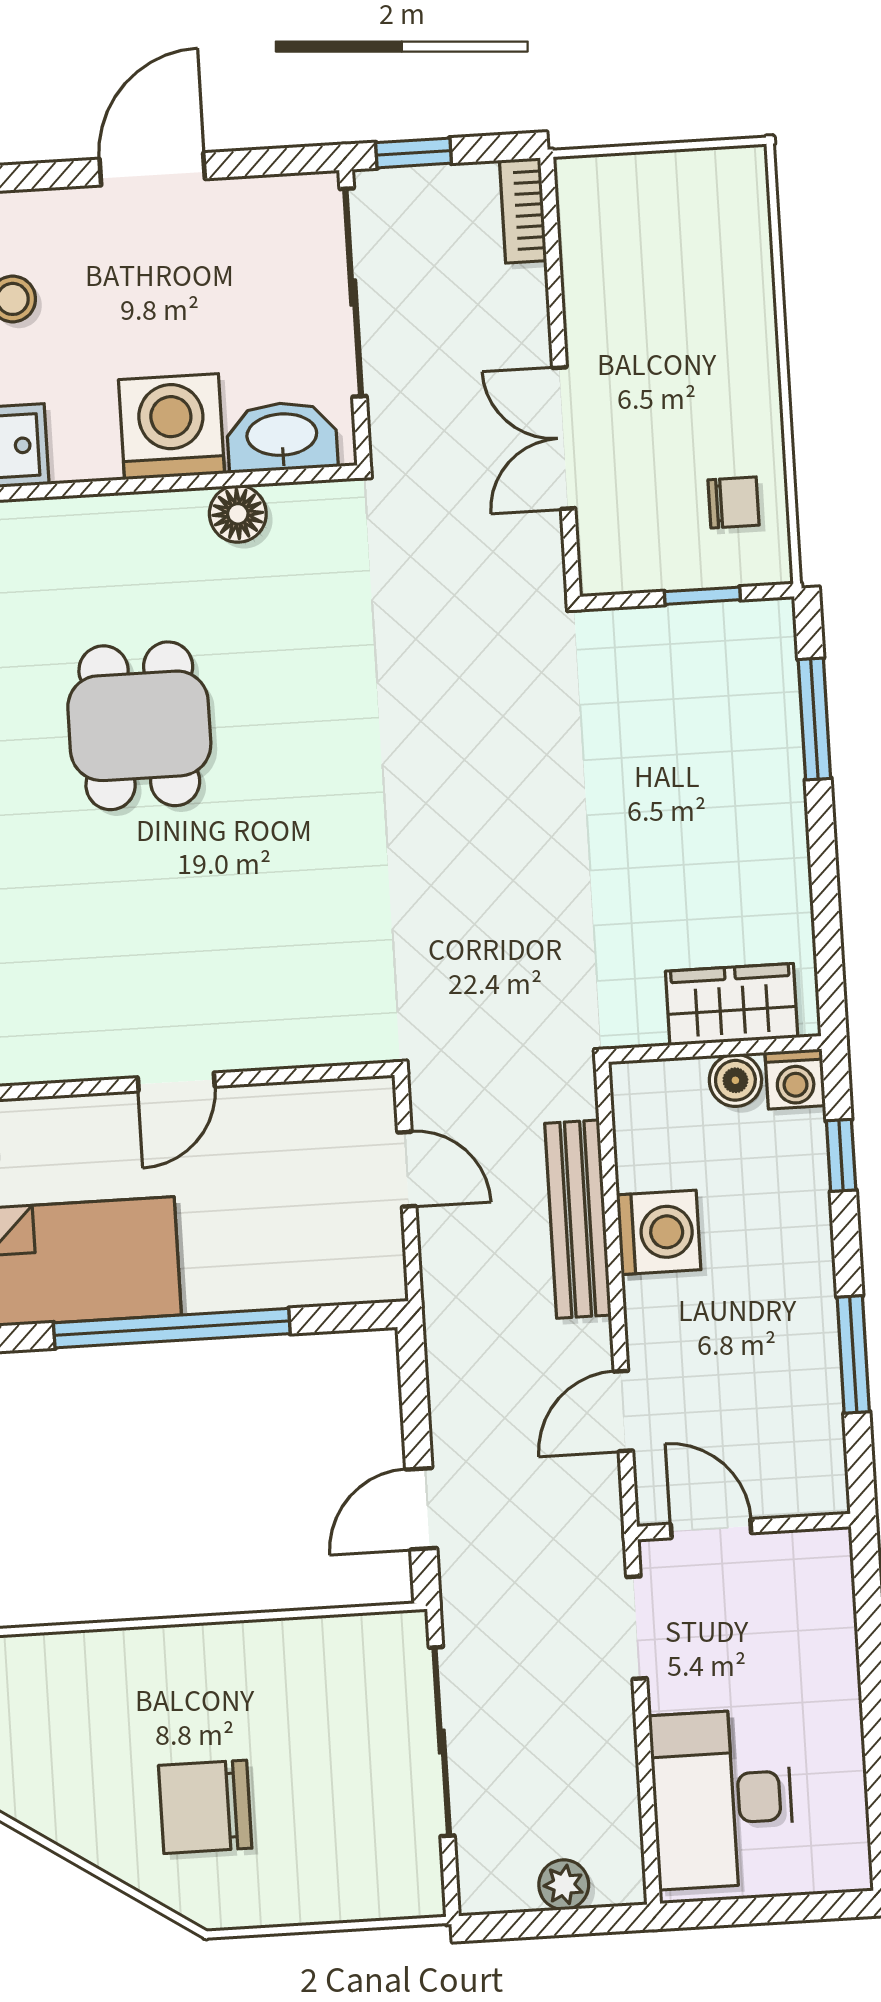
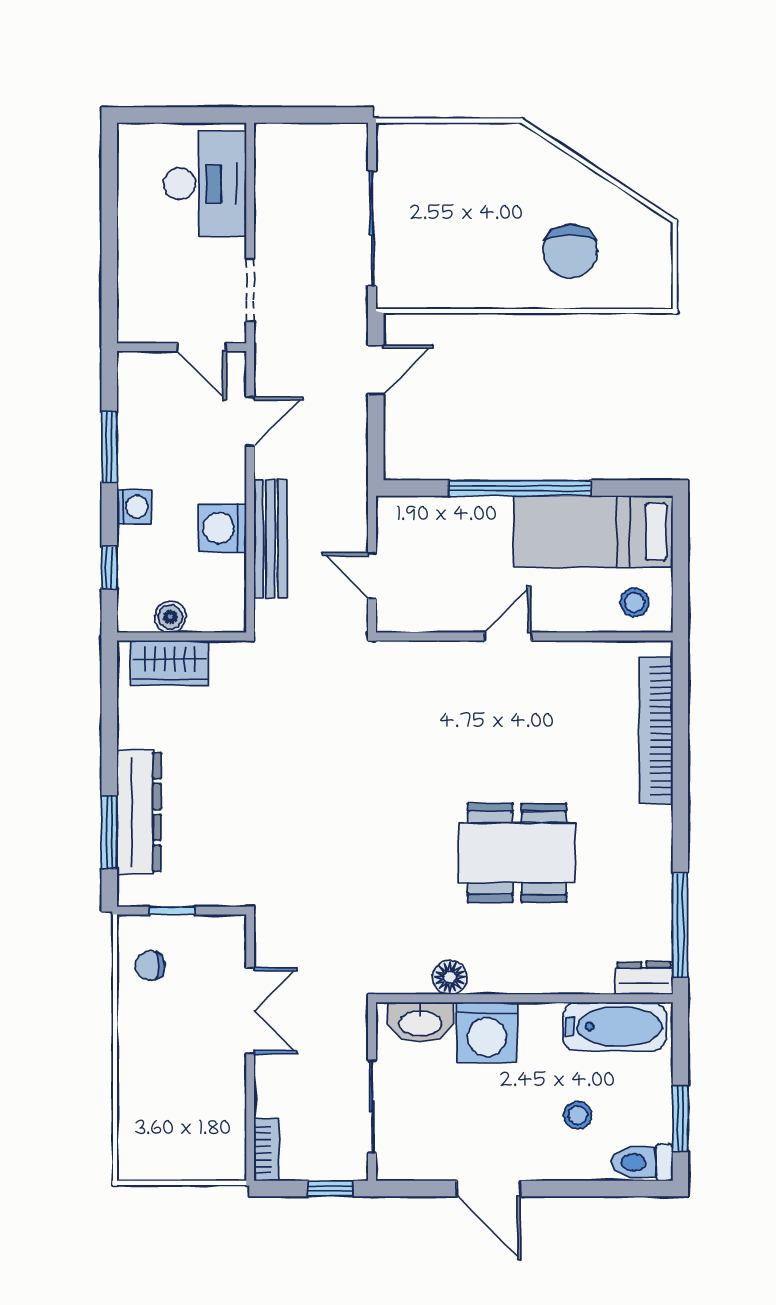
door: (152, 169) -> (489, 1189), hinge flipped
sliding door: (353, 293) -> (372, 1107), width x0.73
dining table: (139, 726) -> (517, 853), width x1.38
dresser: (767, 755) -> (139, 812), added
washing machine: (795, 1079) -> (134, 507), moved, turned 90
chair: (205, 1807) -> (570, 251), moved, turned 90
plant: (564, 1885) -> (304, 138), removed

